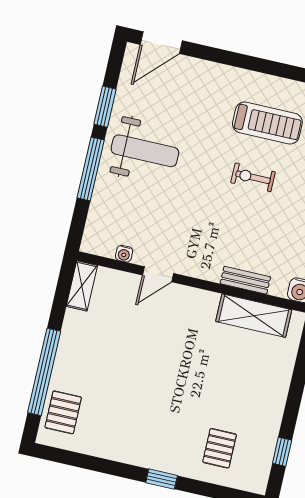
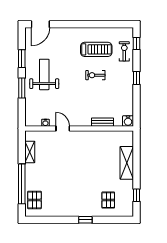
weight bench: (145, 151) -> (44, 74), turned -90
window: (91, 169) -> (22, 88), width x0.69
door: (158, 274) -> (63, 128), swing flipped
shelving: (82, 286) -> (30, 152), moved
shelving: (254, 316) -> (127, 163), moved, turned 90

